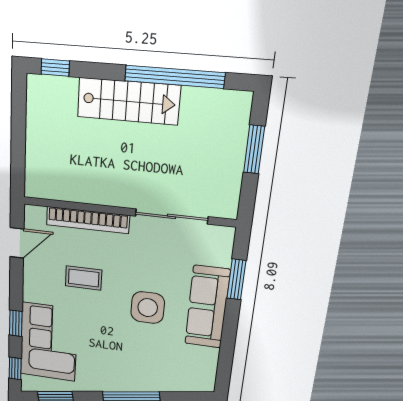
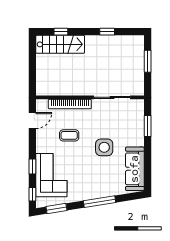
window: (55, 68) -> (61, 32), moved
window: (174, 77) -> (107, 32), width x0.32
stairs: (128, 101) -> (60, 44), moved
sofa: (207, 307) -> (135, 169), moved

